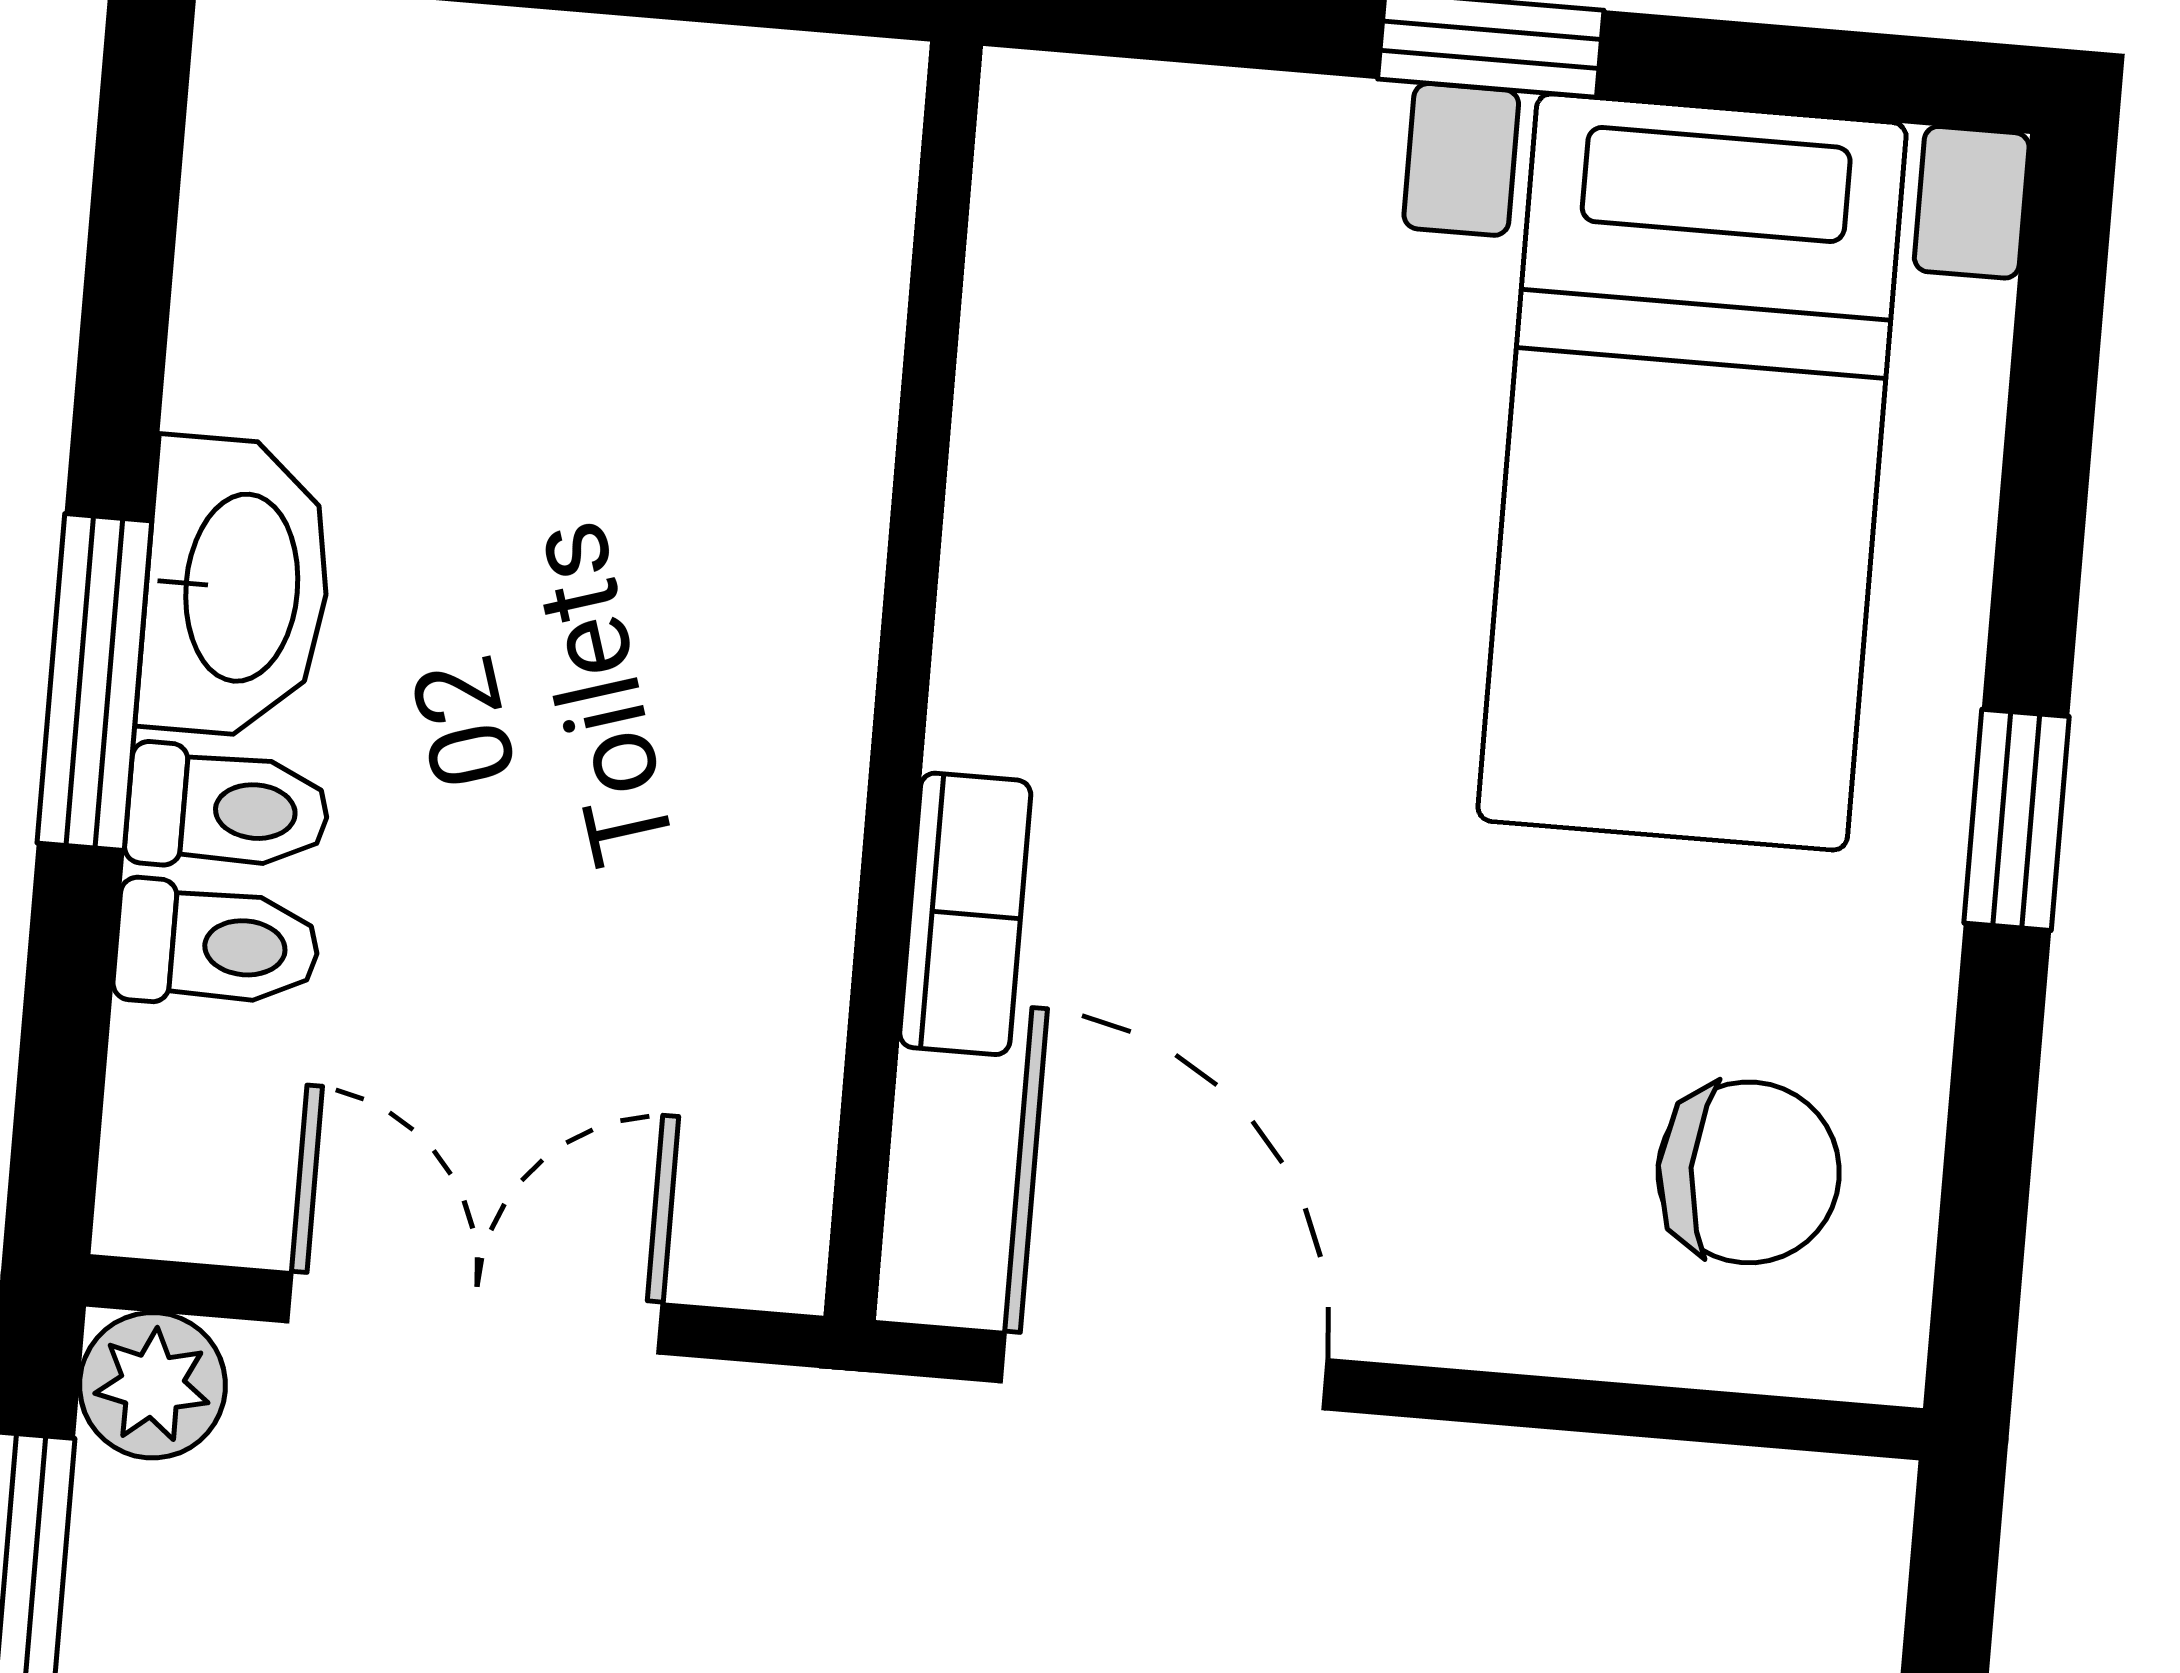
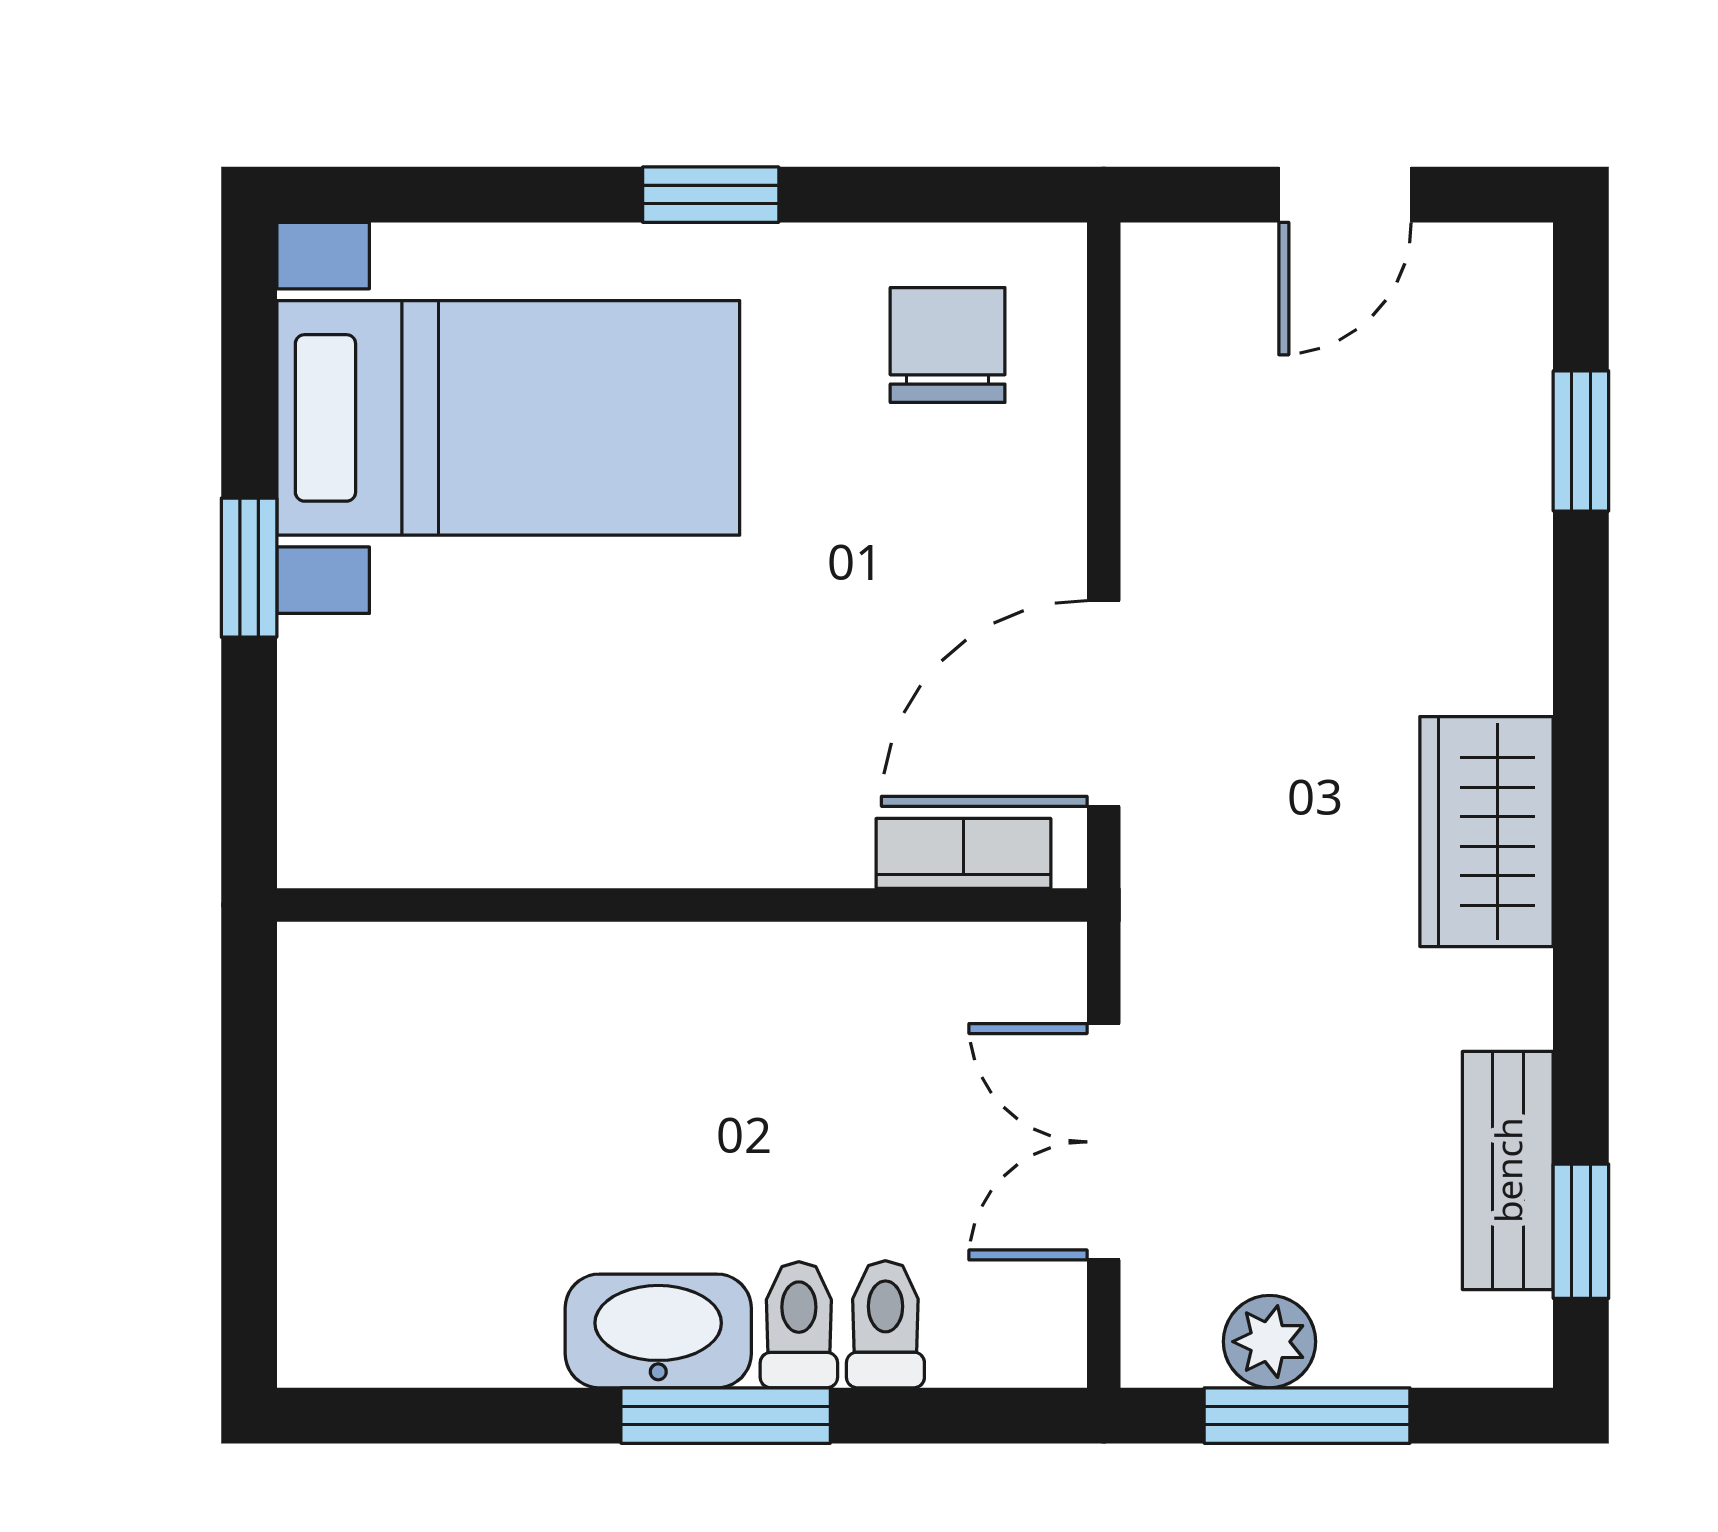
bookcase: (965, 914) -> (963, 853), moved
plant: (152, 1385) -> (1270, 1342), moved

